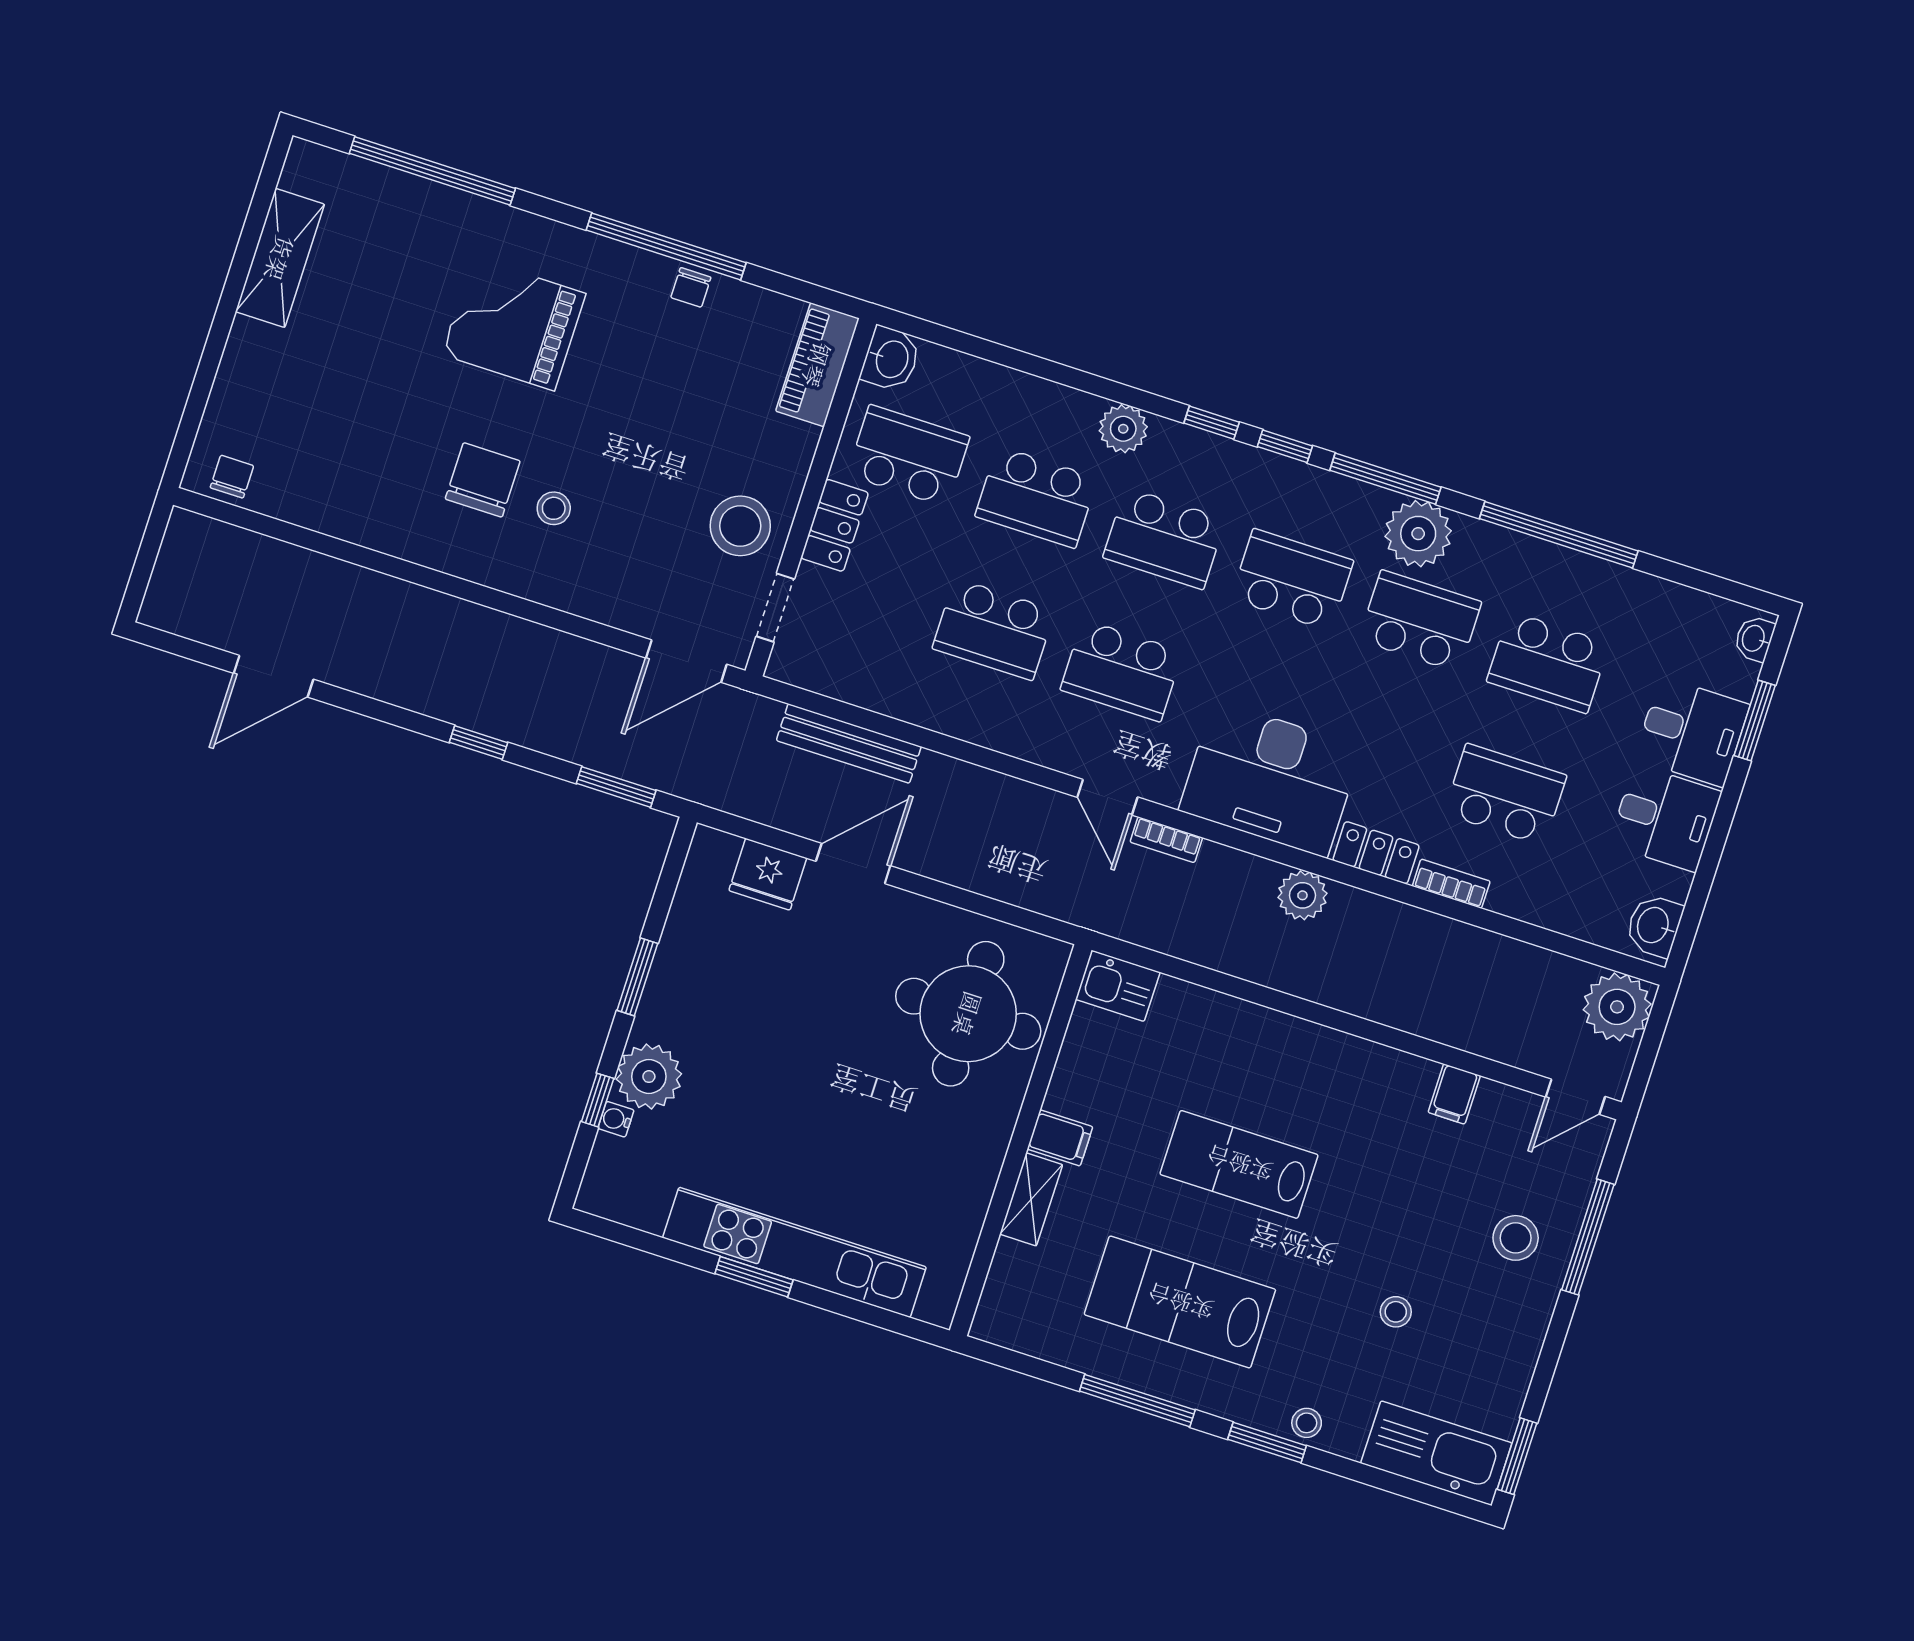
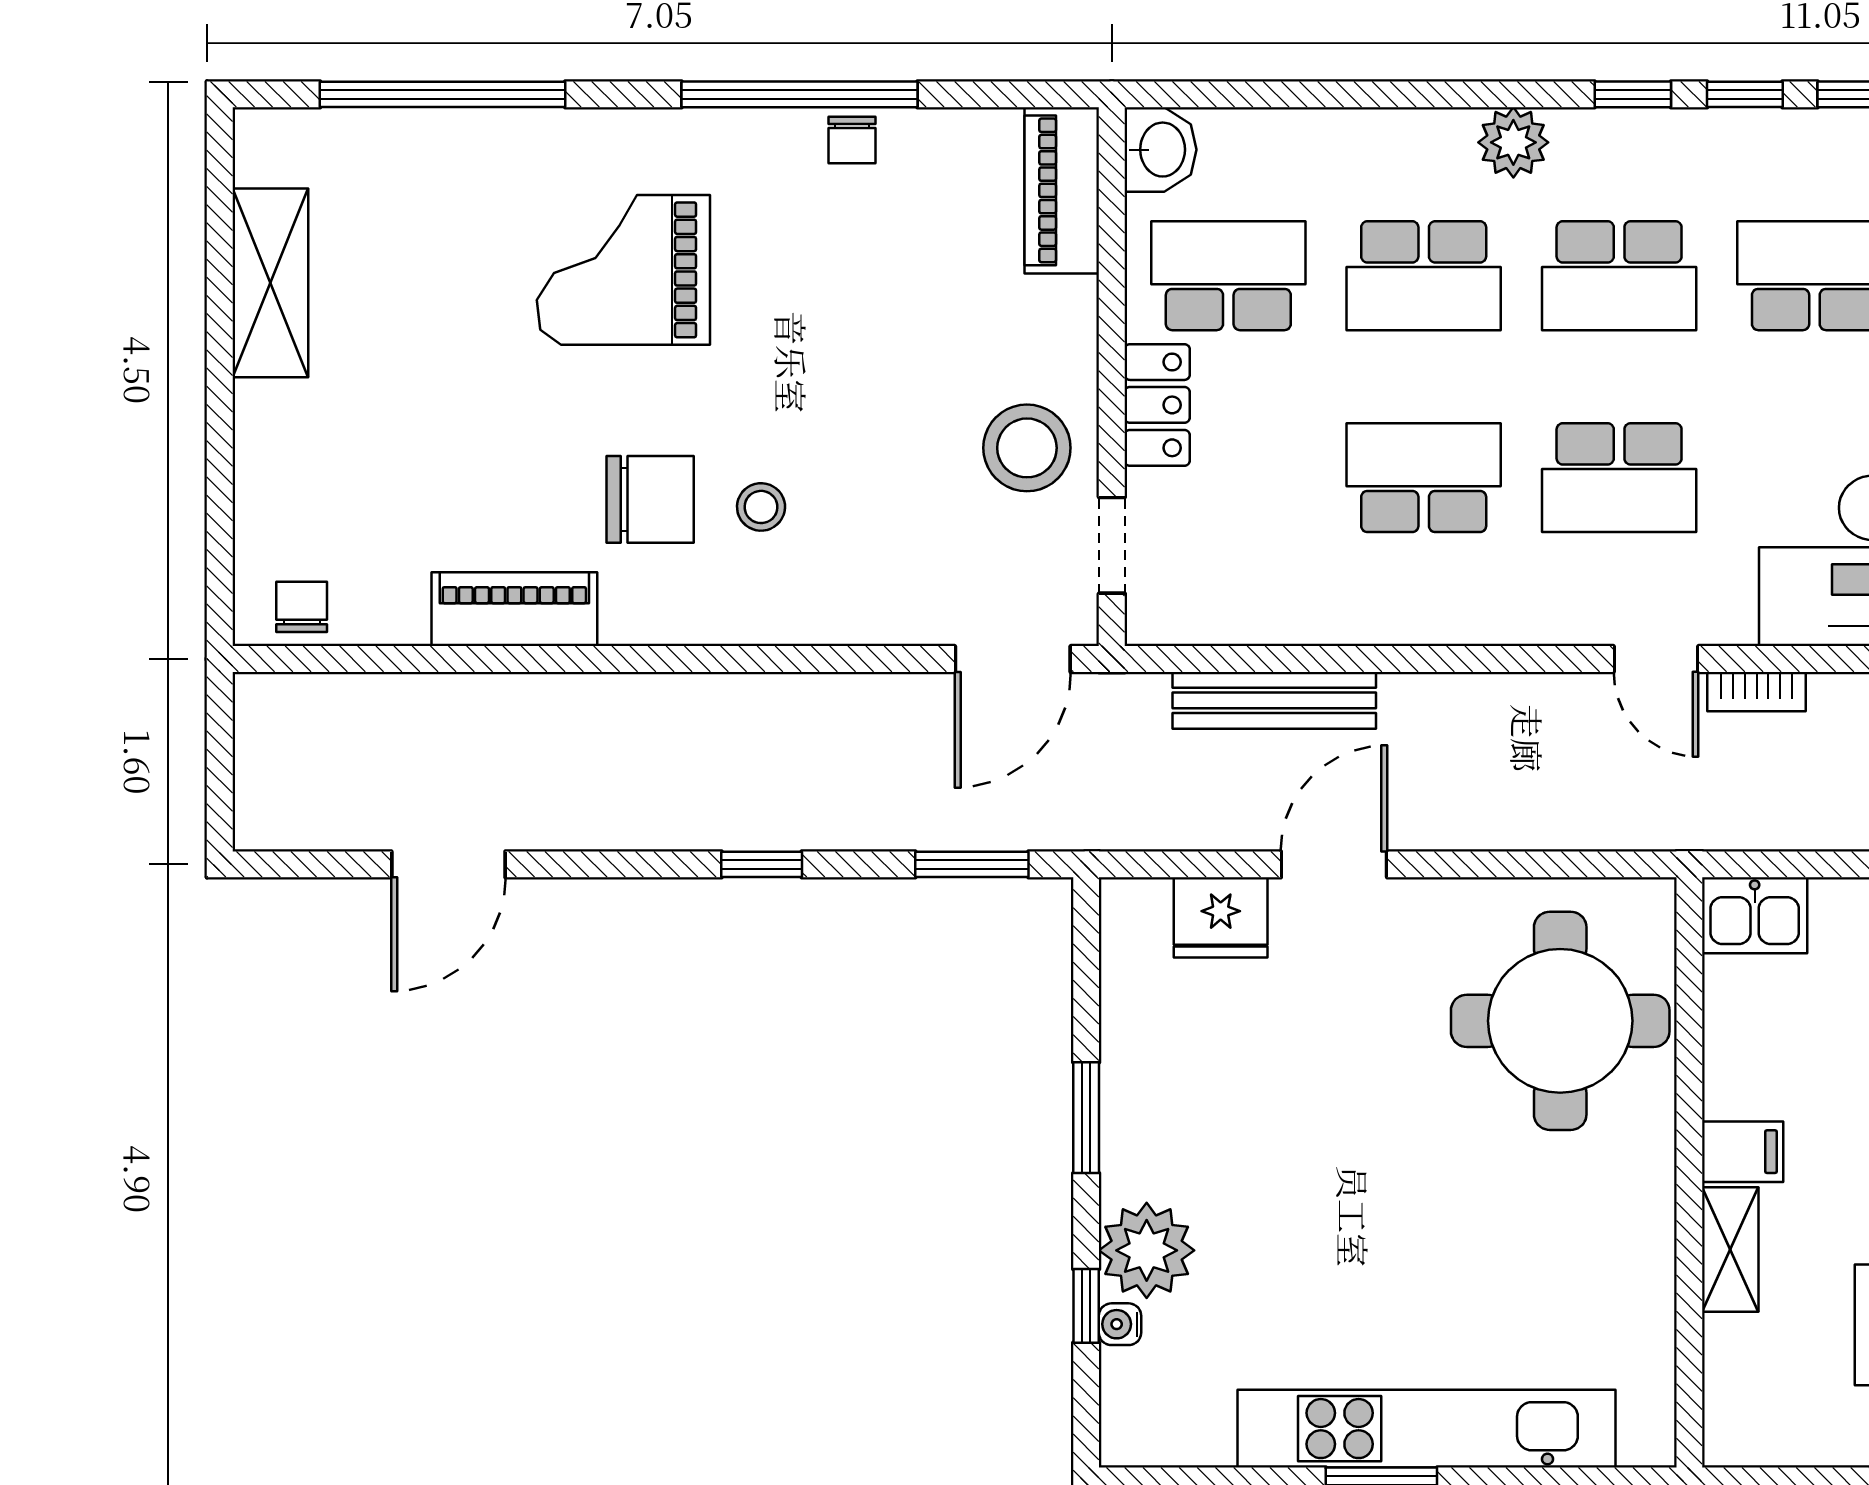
chair: (483, 480) -> (650, 499), turned 90
piano: (371, 523) -> (514, 609), added
school desk: (994, 629) -> (1424, 478), turned 180

